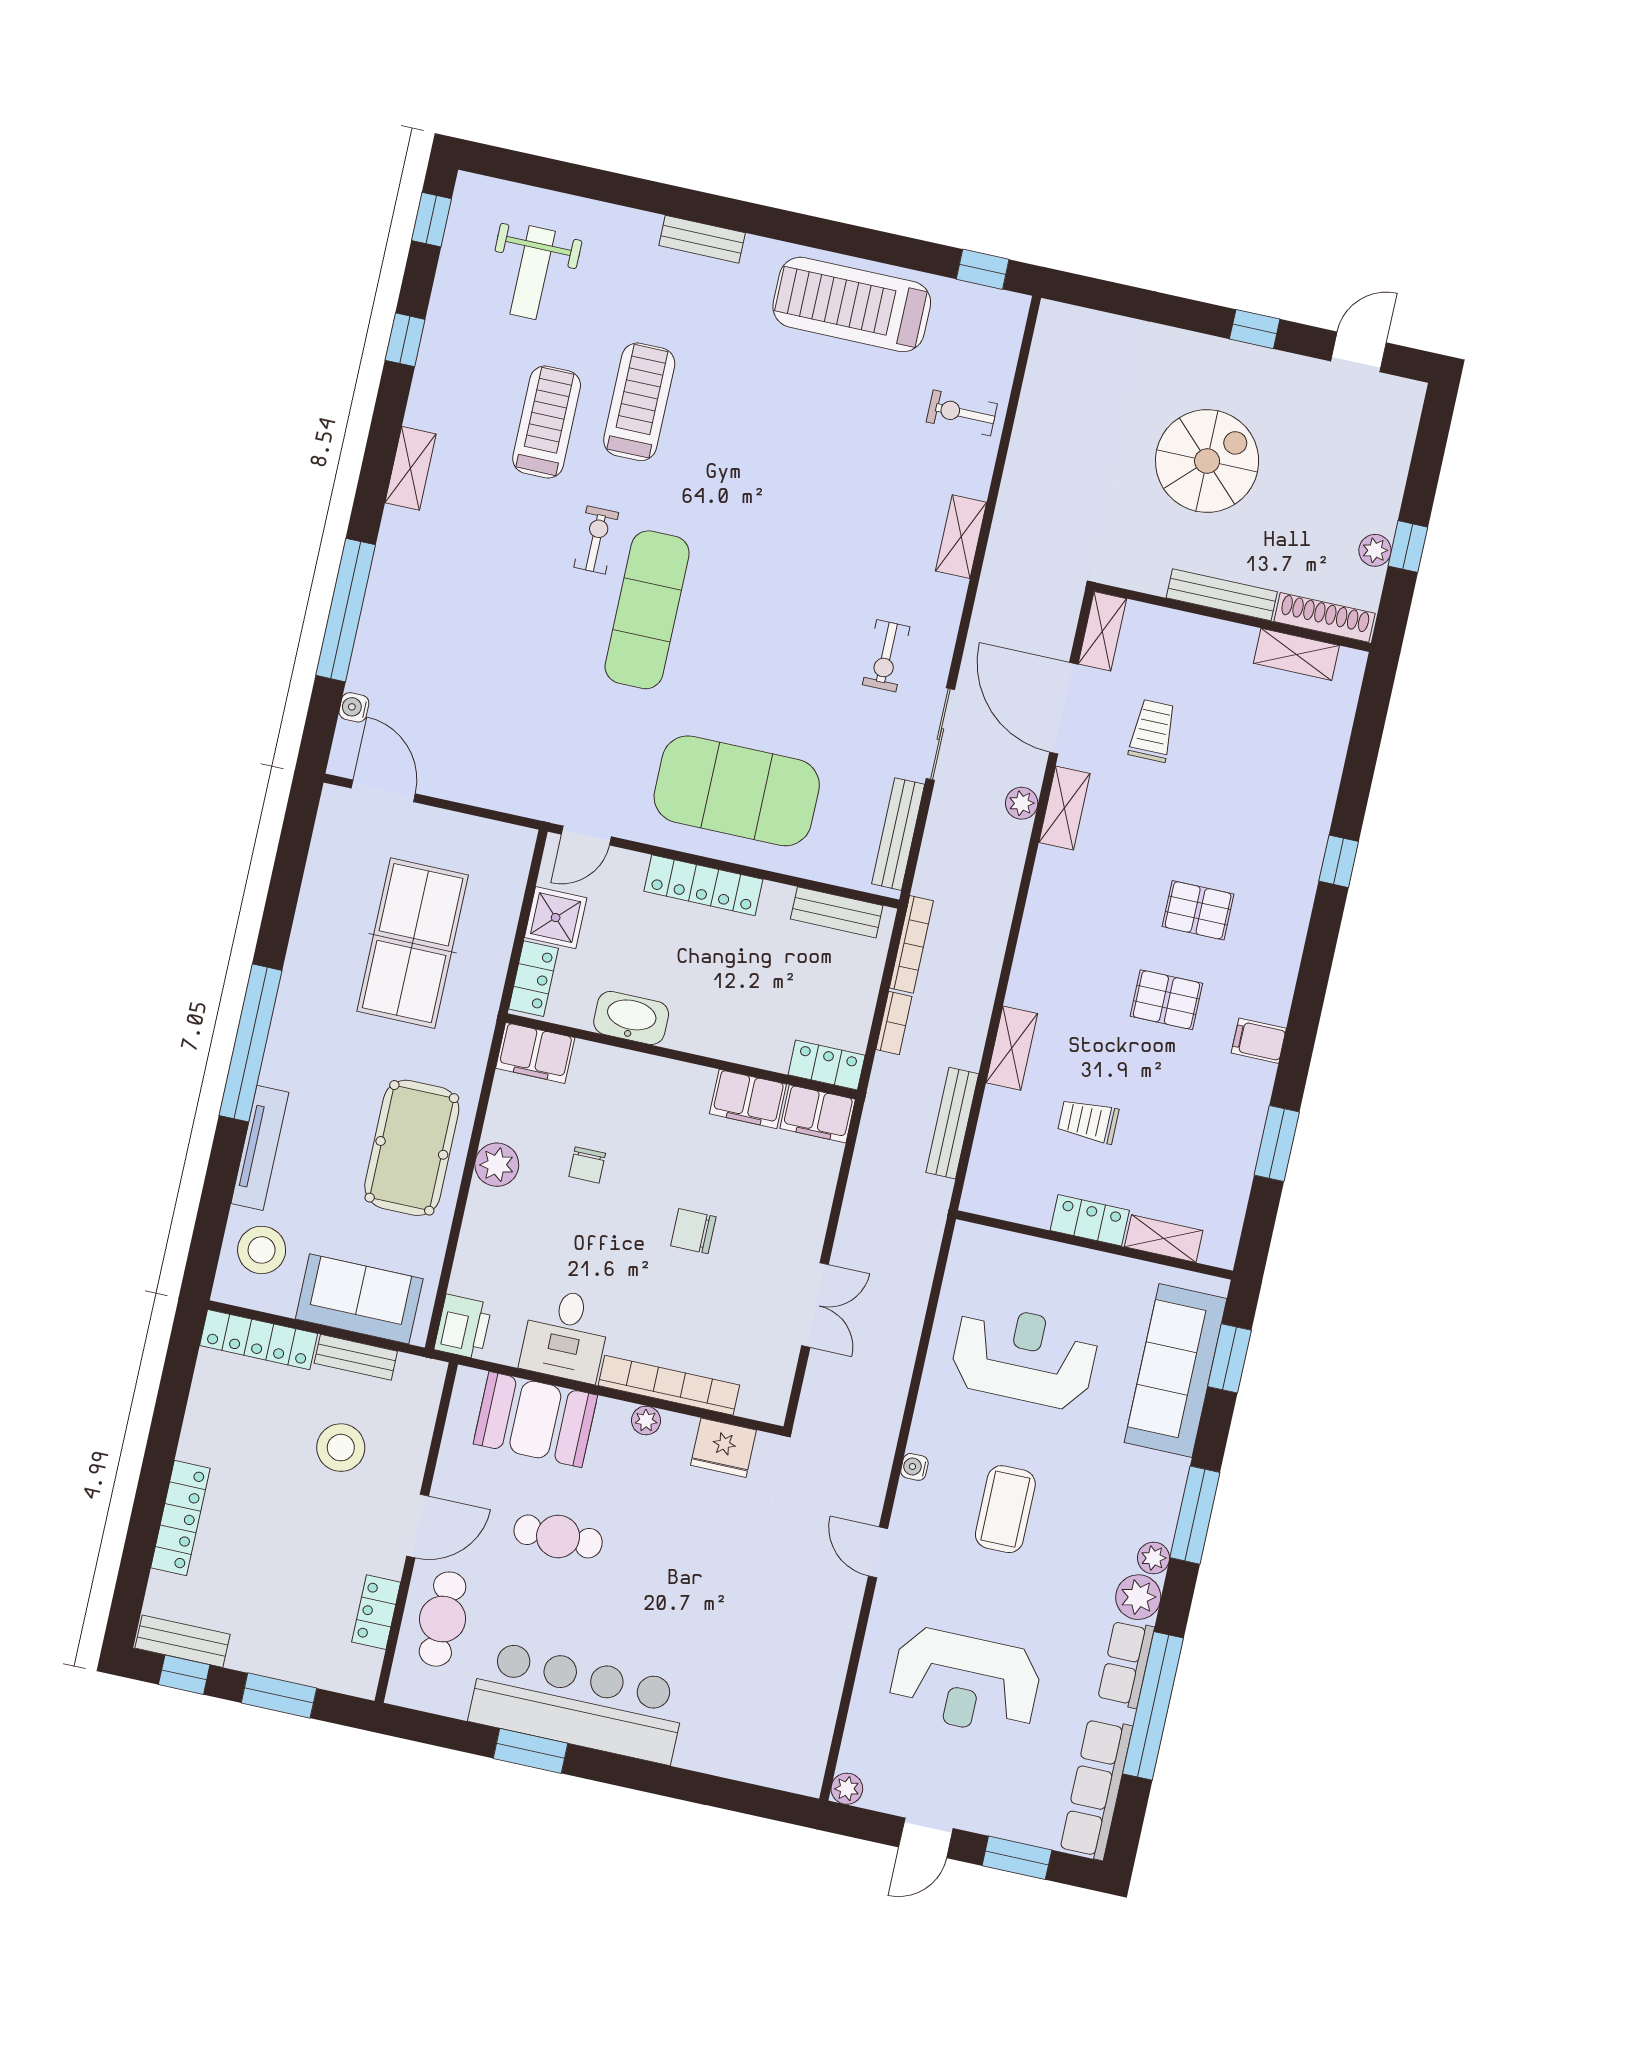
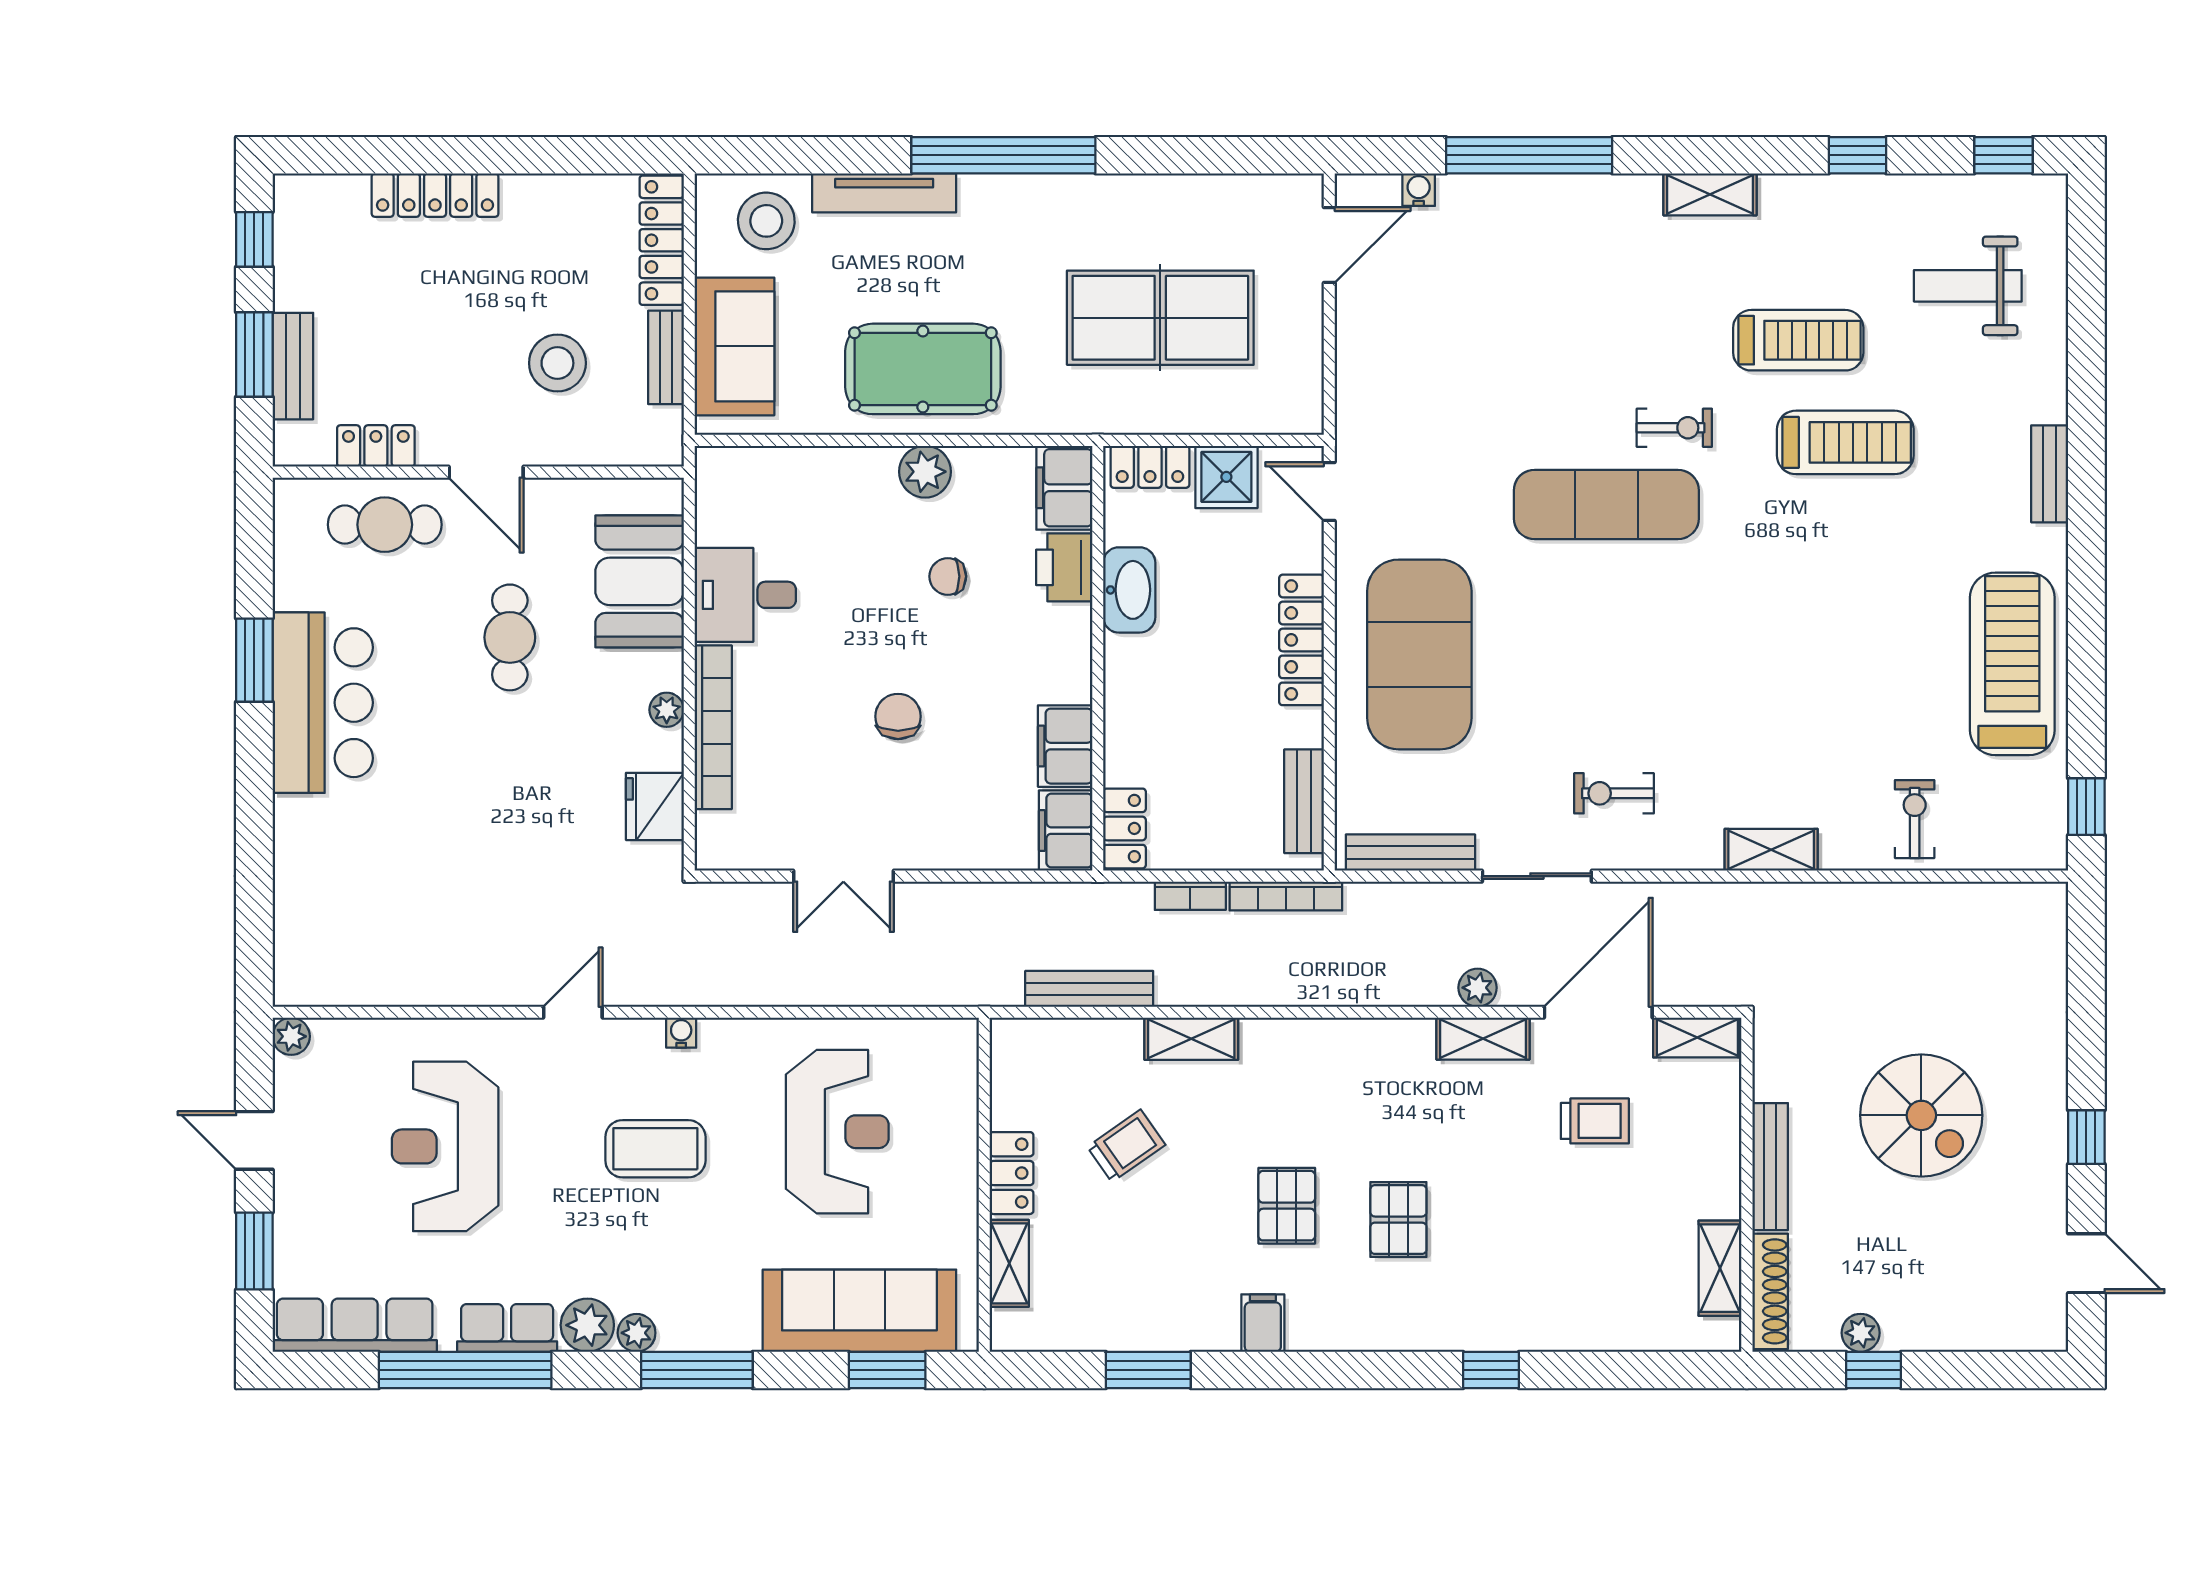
trolley: (1088, 1121) -> (1126, 1146), turned 55
printer: (463, 1327) -> (1064, 567), moved, turned 90
bench: (183, 1641) -> (293, 366), moved
bar counter: (578, 1702) -> (323, 703), width x0.73

